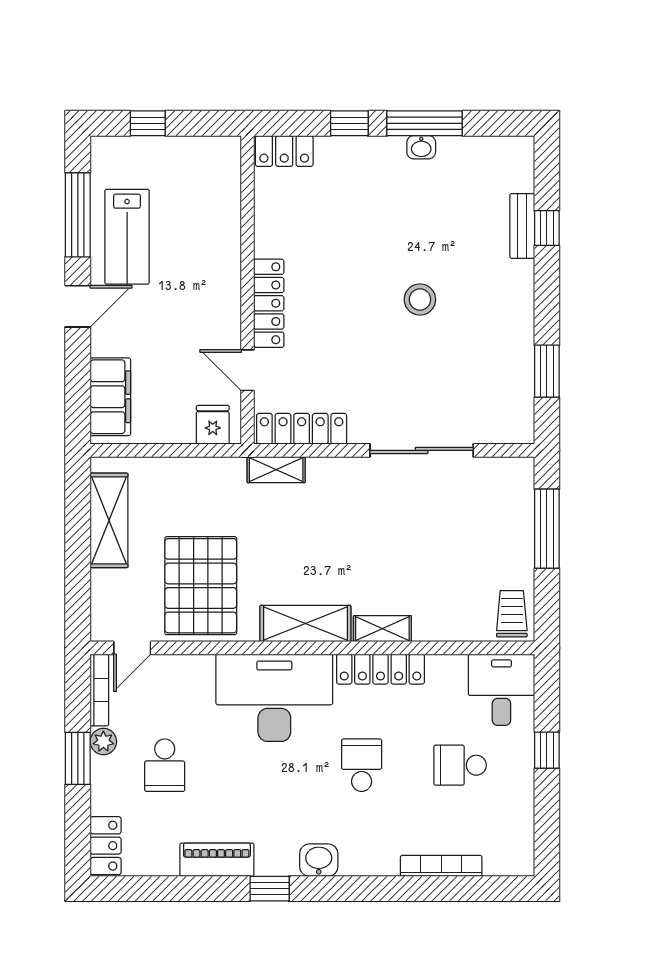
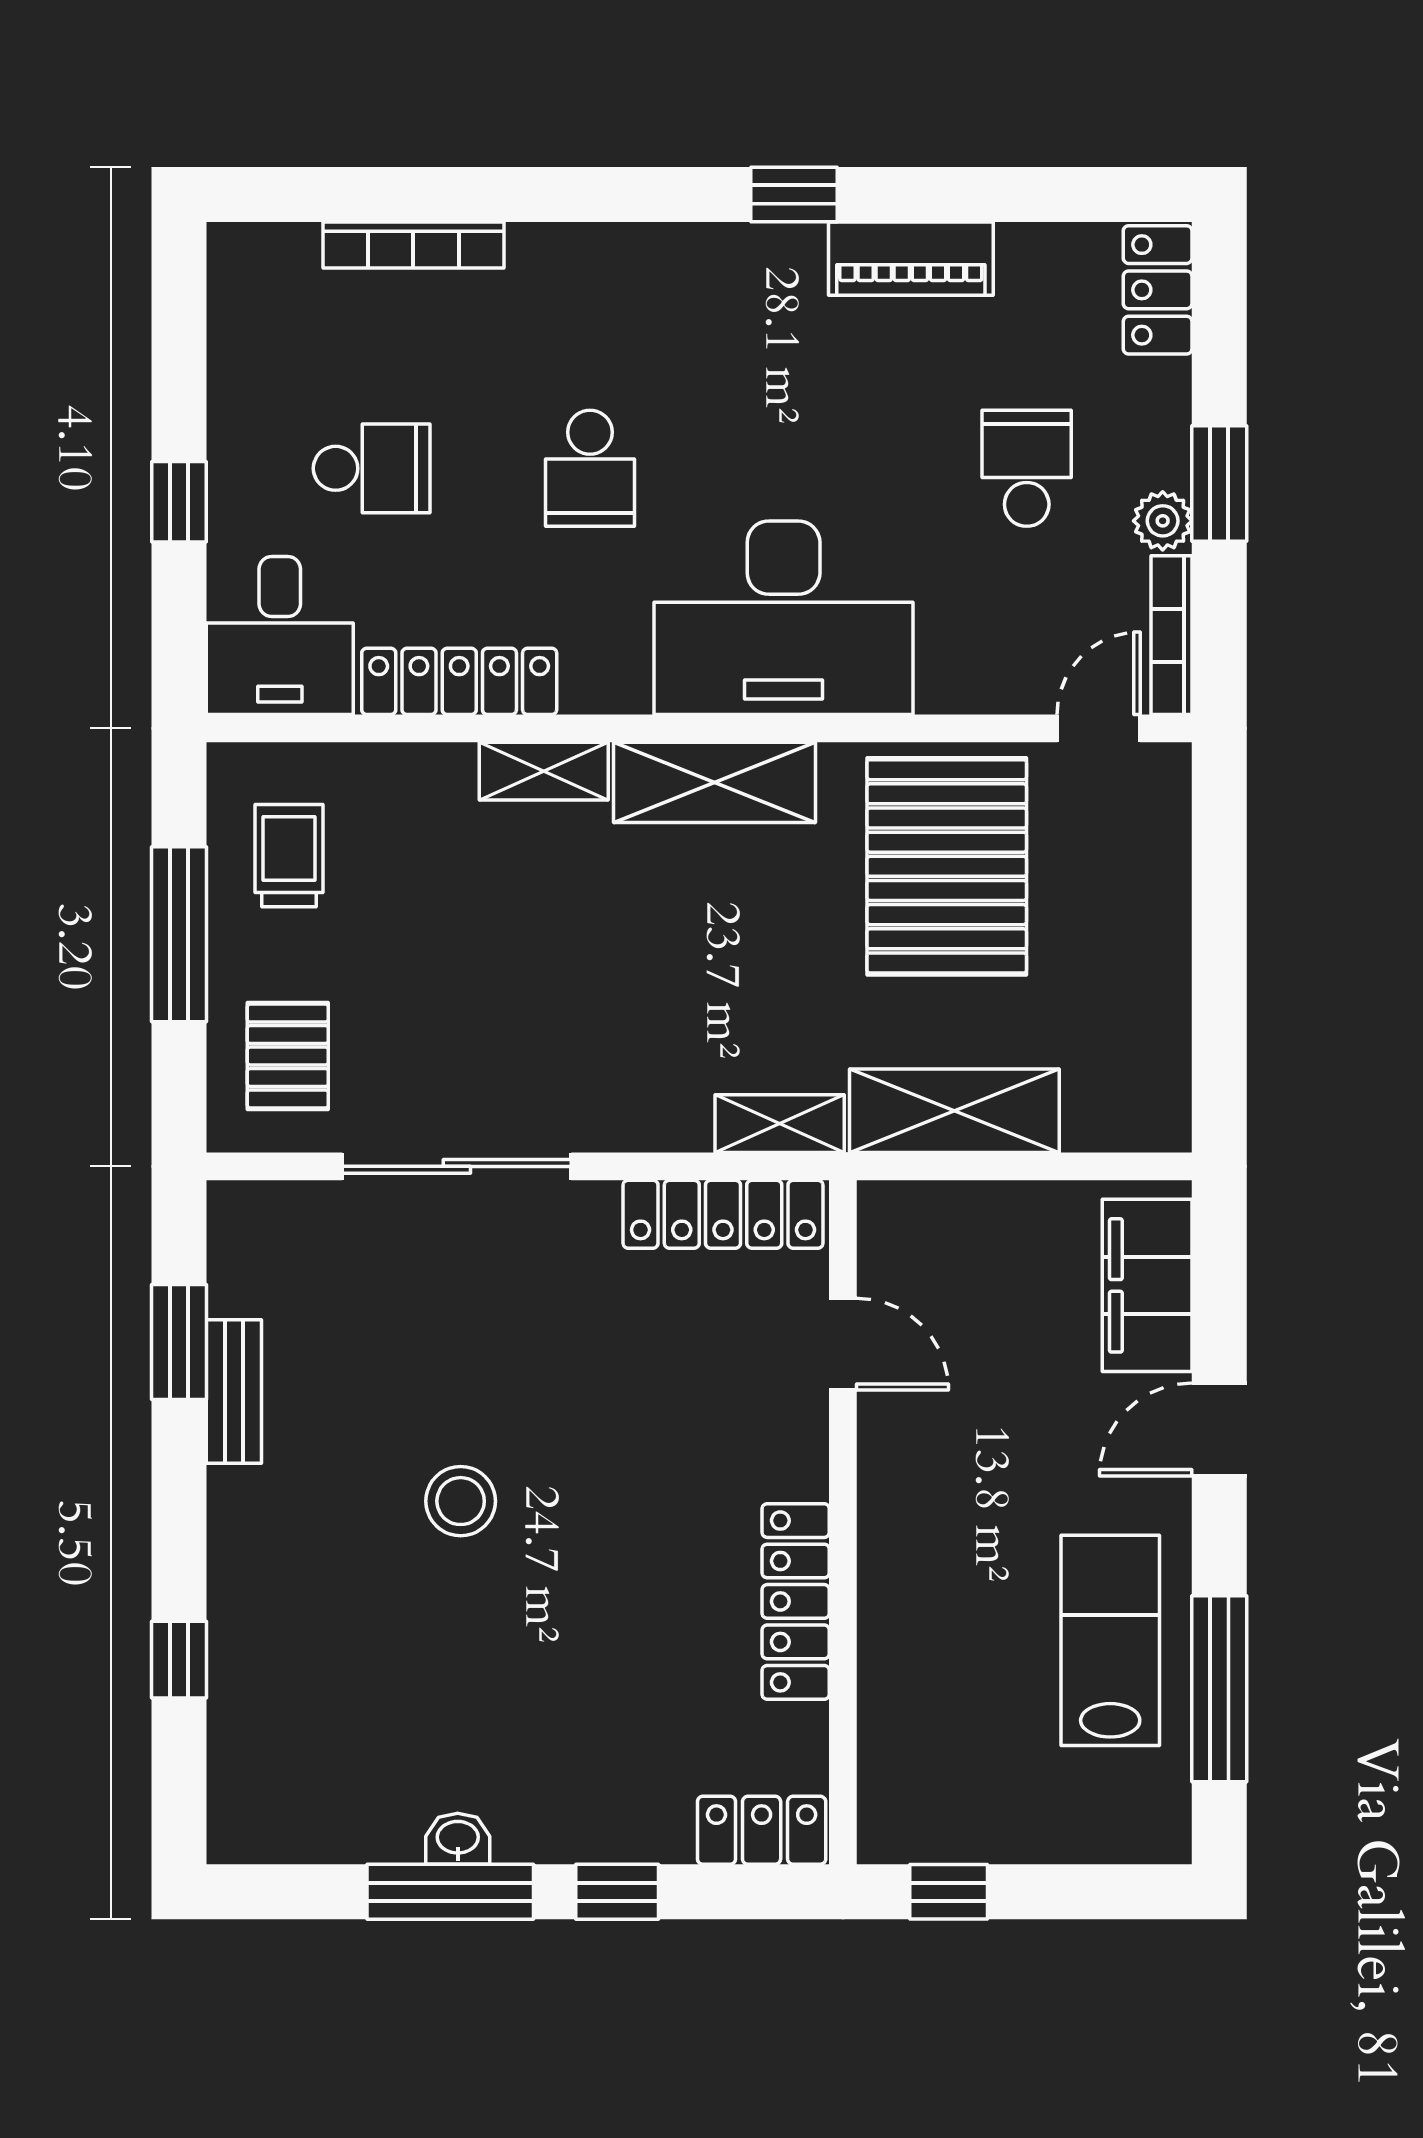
window: (148, 123) -> (949, 1892), moved
bench: (522, 226) -> (234, 1391), moved
locker: (269, 303) -> (796, 1601), moved
door: (78, 306) -> (1219, 1429), moved
fridge: (213, 425) -> (920, 1223), removed
pallet: (498, 500) -> (288, 1056), added
shelving: (109, 520) -> (954, 1111), moved, turned 90
window: (547, 529) -> (179, 934), moved
trolley: (512, 614) -> (289, 856), moved, turned 180
locker: (381, 669) -> (459, 681), moved
washbasin: (319, 860) -> (685, 258), removed

